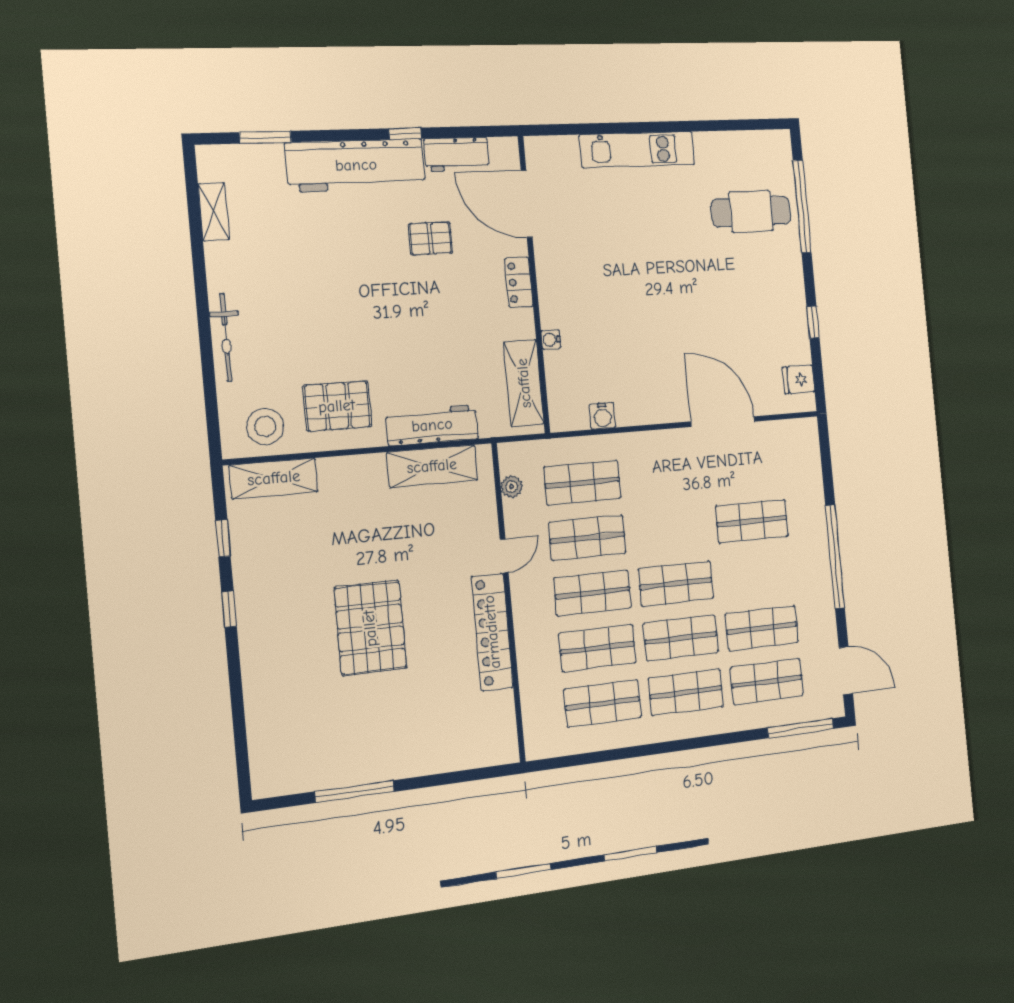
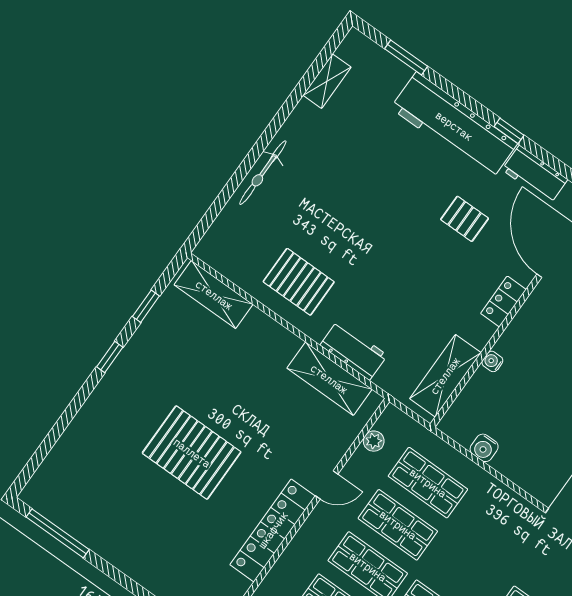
workbench: (432, 425) -> (354, 350), width x0.73
stool: (265, 427) -> (238, 255), removed
pallet: (370, 628) -> (192, 453), turned 90
window: (355, 792) -> (58, 533), moved

